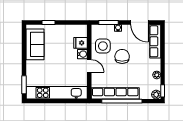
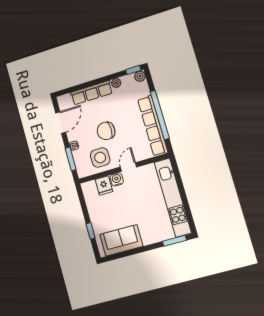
row of seats: (155, 41) -> (91, 93), moved

